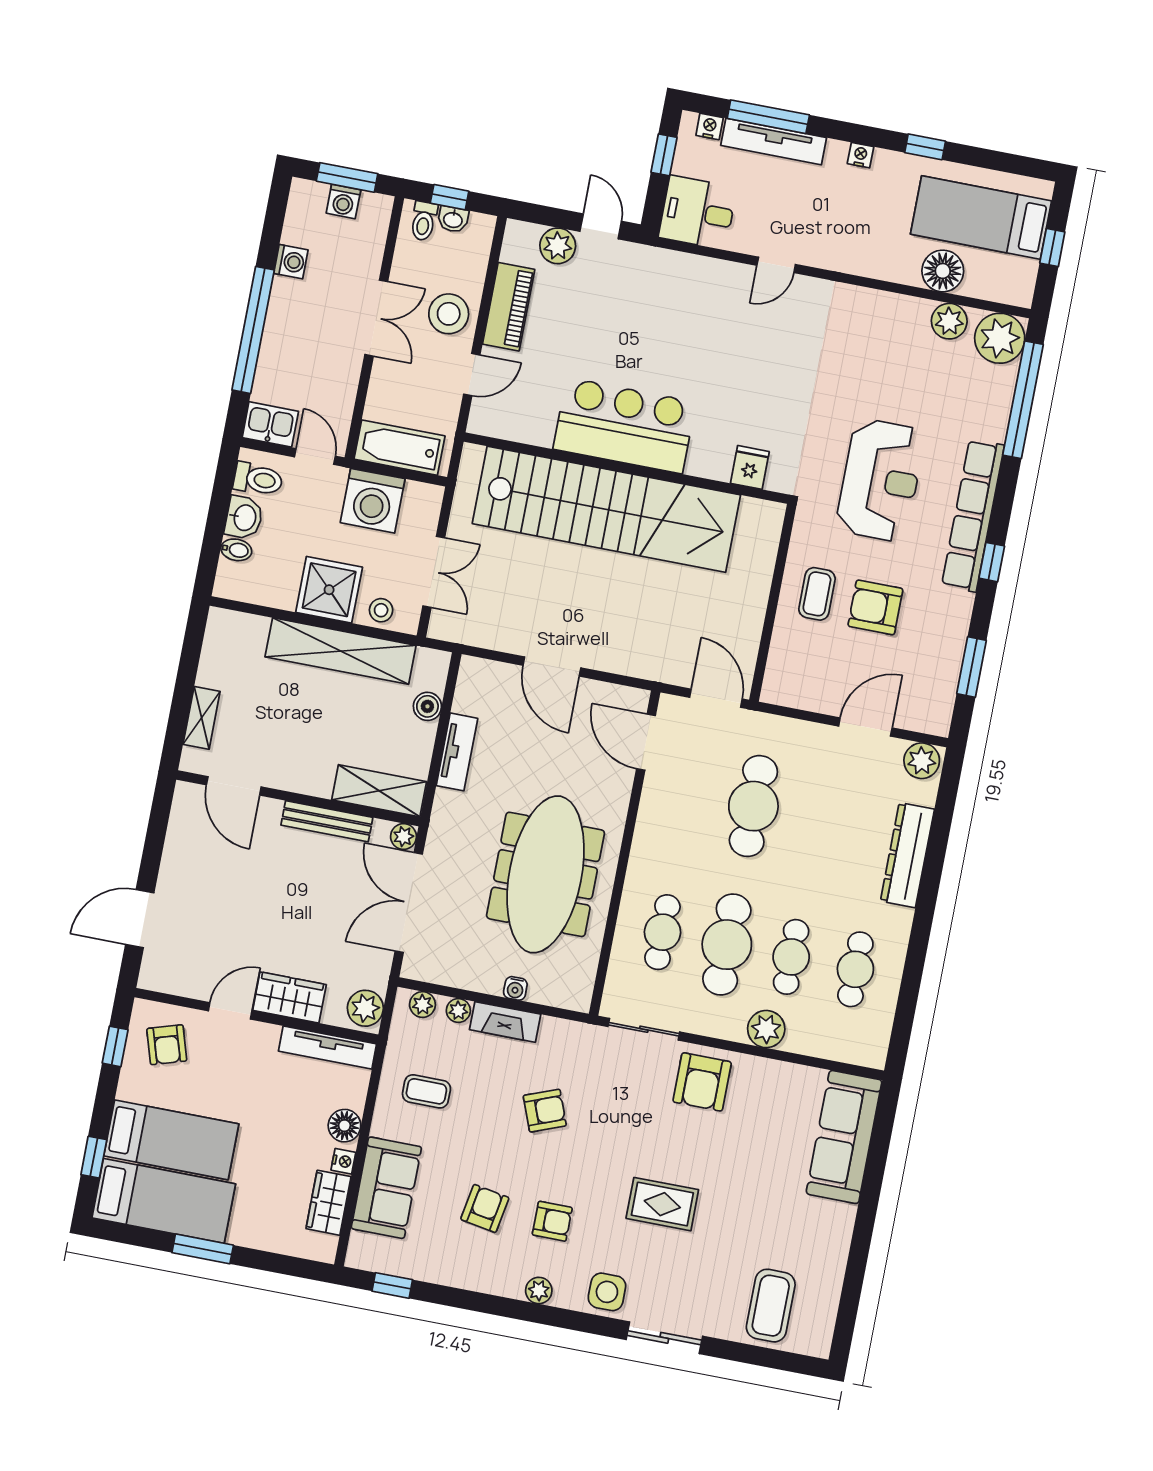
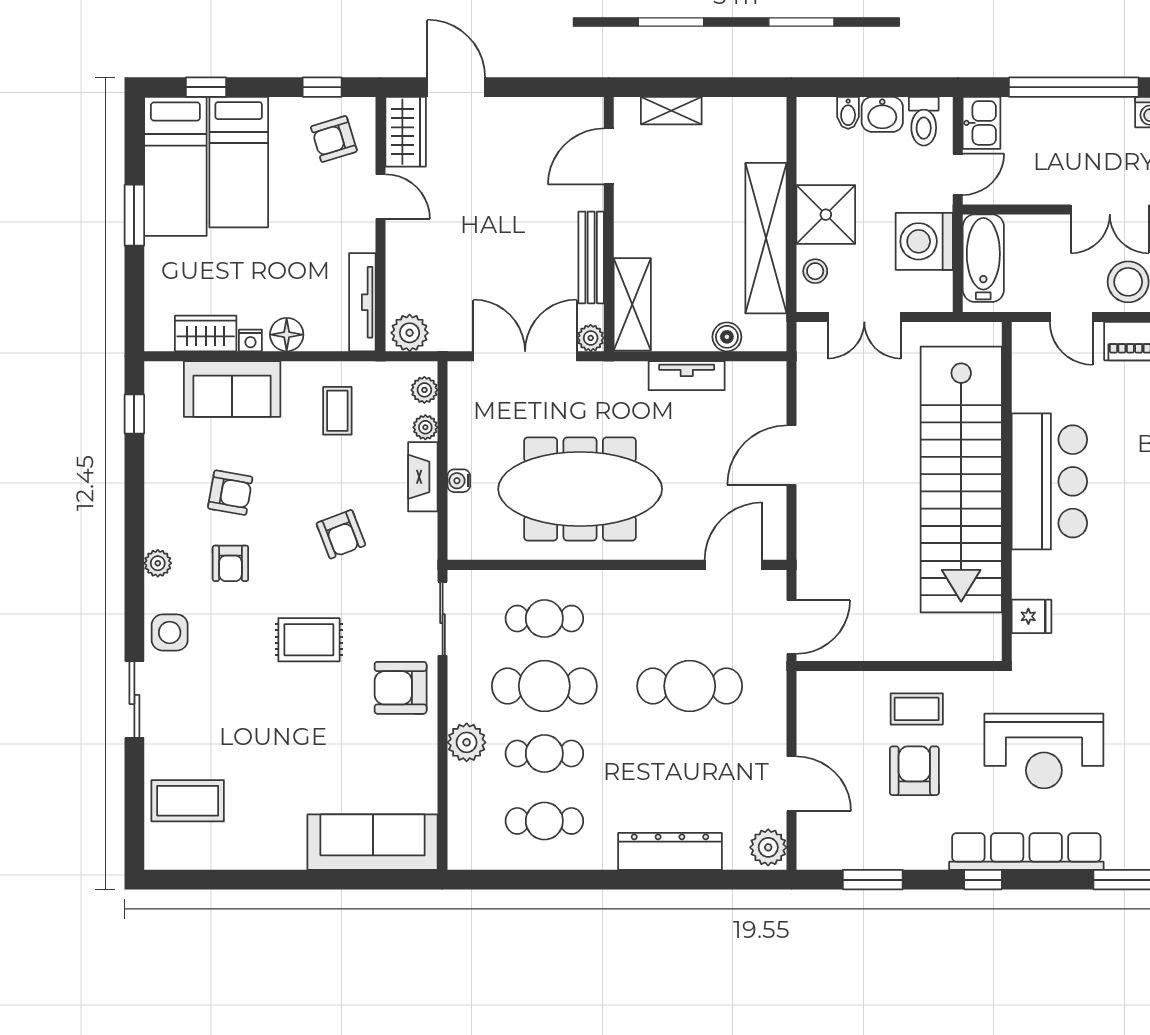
wardrobe: (289, 997) -> (406, 132), moved
rug: (662, 1204) -> (309, 640), moved, turned 90

